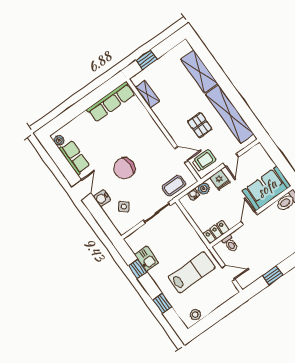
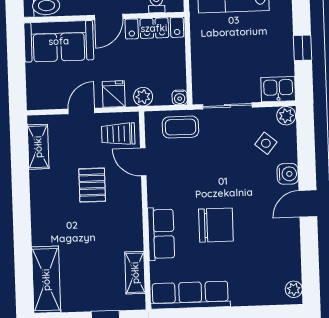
shelving: (199, 71) -> (46, 280), moved
shelving: (230, 114) -> (38, 147), width x0.45, depth x0.75
row of seats: (75, 157) -> (161, 234), moved, turned 180
chair: (124, 168) -> (216, 225), moved
water cooler: (194, 194) -> (180, 97), moved
plant: (123, 228) -> (286, 116), added
locker: (216, 232) -> (154, 28), width x1.53
kitchen sink: (146, 259) -> (278, 89), moved, turned 90

